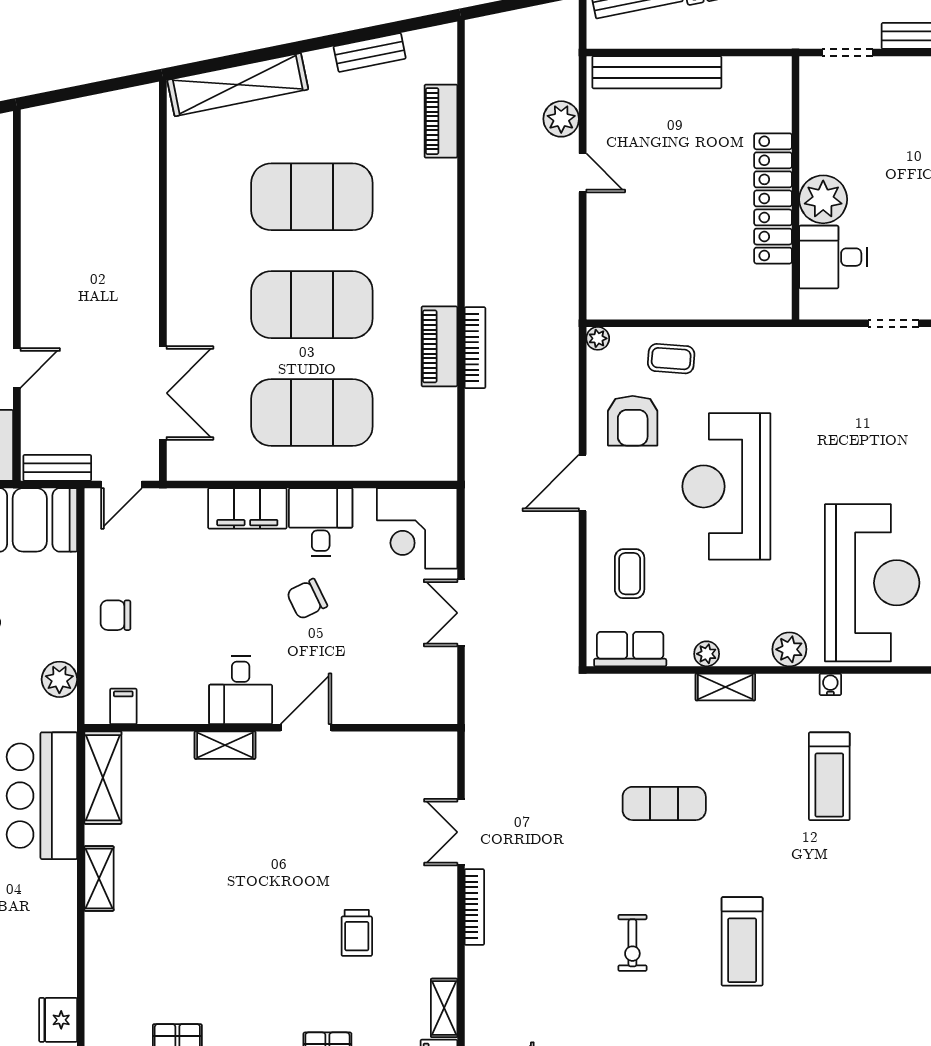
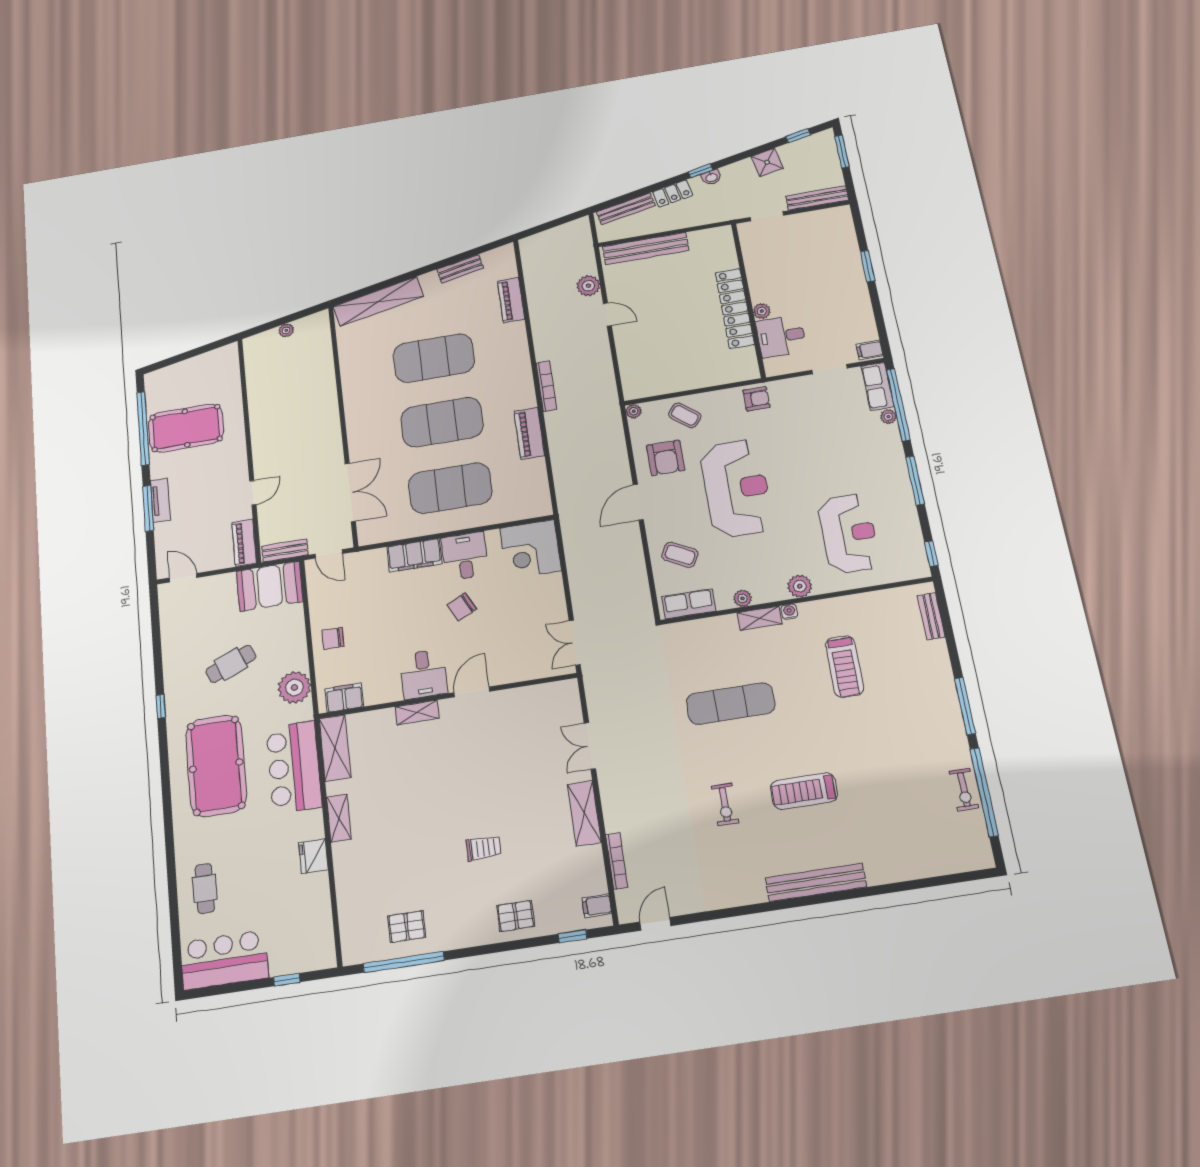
plant: (90, 107) -> (286, 330), added
plant: (823, 199) -> (762, 311), width x0.53, depth x0.53
bookcase: (475, 348) -> (546, 386), moved
armchair: (779, 351) -> (757, 399), added
coffee table: (671, 359) -> (685, 415), turned 35
door: (121, 484) -> (329, 554), hinge flipped
reception desk: (726, 486) -> (736, 488), turned 180
coffee table: (630, 574) -> (680, 555), turned -62
reception desk: (872, 583) -> (849, 534), width x0.74, depth x0.77
double door: (461, 613) -> (575, 643), moved
plant: (59, 679) -> (294, 687), width x1.36, depth x1.36
water cooler: (830, 684) -> (789, 612), moved
filing cabinet: (123, 706) -> (344, 698), width x2.00
exercise mat: (664, 803) -> (731, 704), width x1.36, depth x1.45
bookcase: (474, 907) -> (617, 861), moved
trolley: (357, 933) -> (484, 848), moved, turned -90
treadmill: (742, 941) -> (804, 791), turned 90
shelving: (444, 1008) -> (584, 813), moved, width x1.50, depth x1.33
fridge: (58, 1020) -> (313, 856), moved

